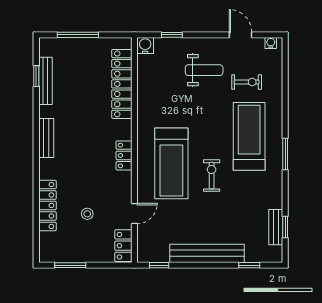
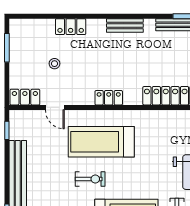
locker: (47, 205) -> (71, 27), width x0.66

